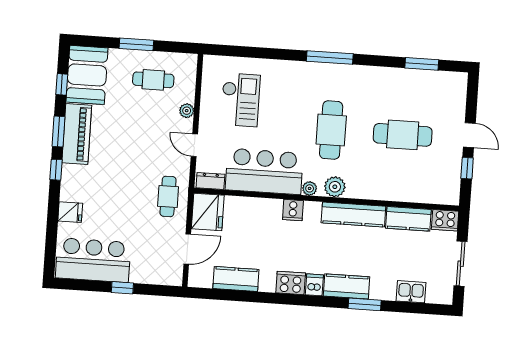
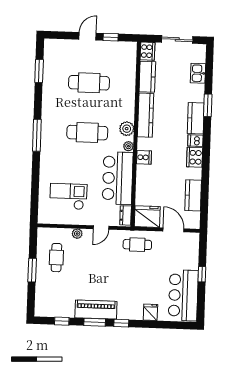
booth: (87, 75) -> (55, 304), removed
cafe table: (403, 135) -> (89, 83), turned 90

